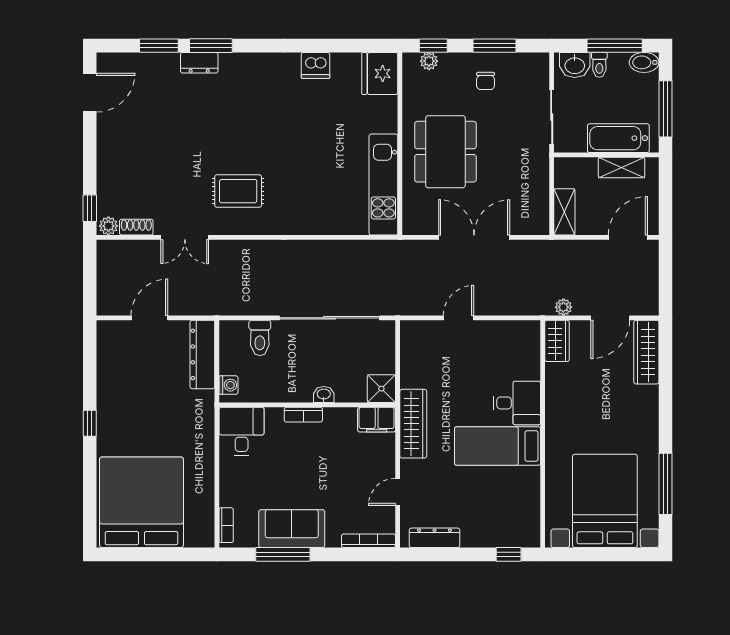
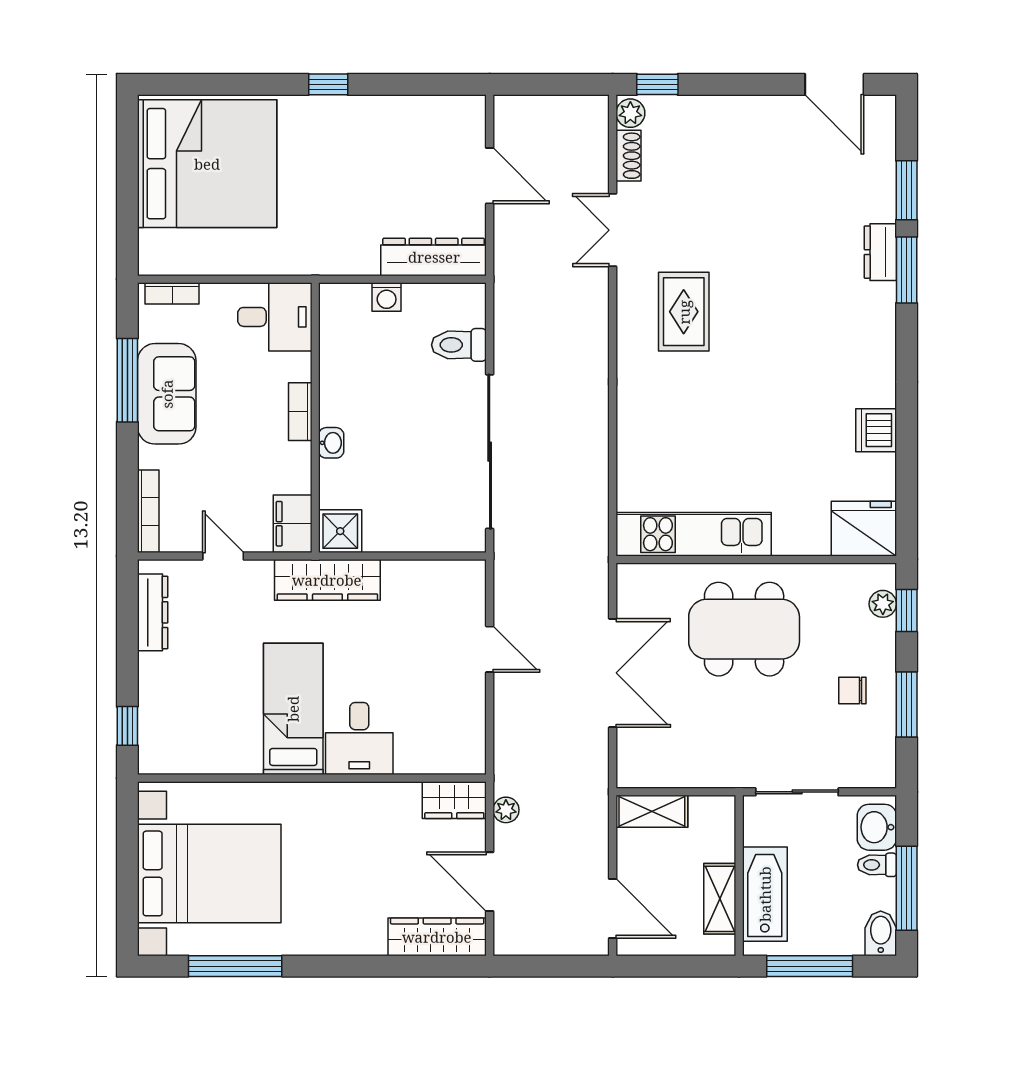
shower: (381, 389) -> (340, 531), moved
washbasin: (324, 394) -> (331, 443), moved
wall: (307, 405) -> (315, 418), moved
bookcase: (303, 415) -> (300, 412), moved
filing cabinet: (377, 420) -> (293, 524), moved
desk: (242, 431) -> (275, 317), moved

